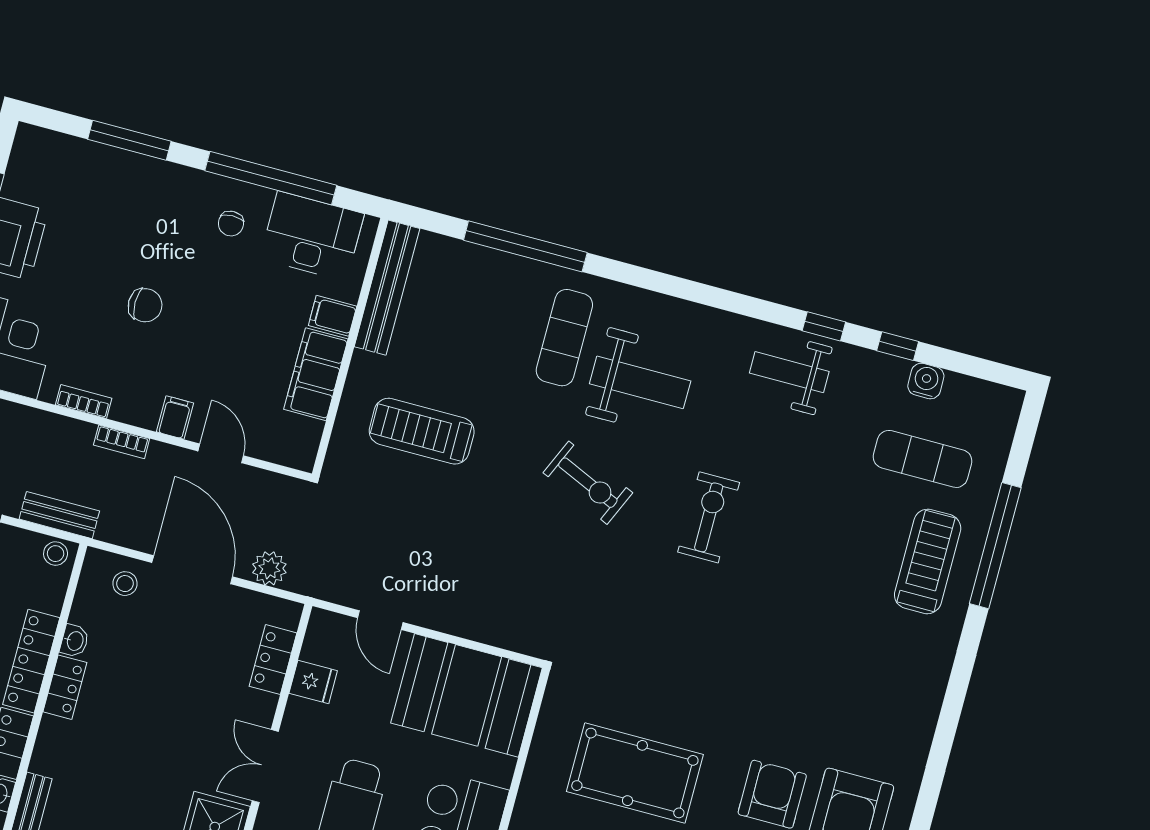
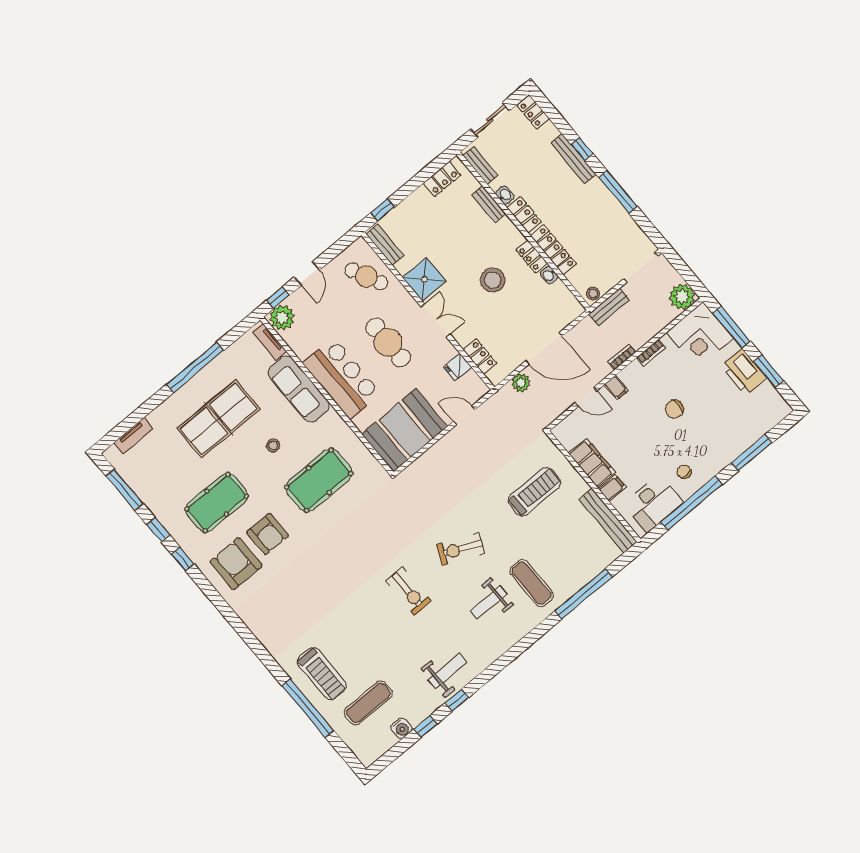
weight bench: (640, 382) -> (489, 603), width x0.73, depth x0.75
stool: (125, 584) -> (493, 280), moved, width x1.89, depth x1.89

